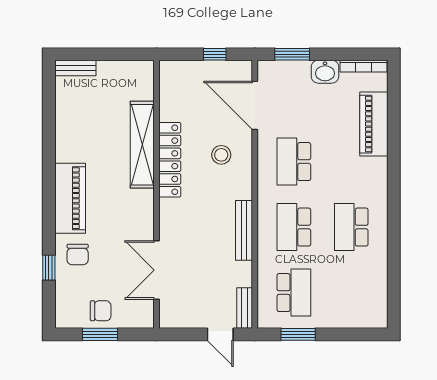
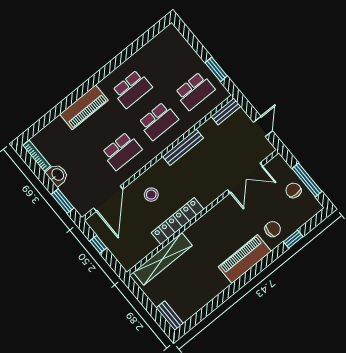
piano: (374, 124) -> (84, 107), moved
shelving: (142, 145) -> (163, 259), moved
school desk: (294, 293) -> (195, 91), turned 180
window: (100, 334) -> (307, 180), width x1.44
door: (220, 334) -> (263, 126), moved

